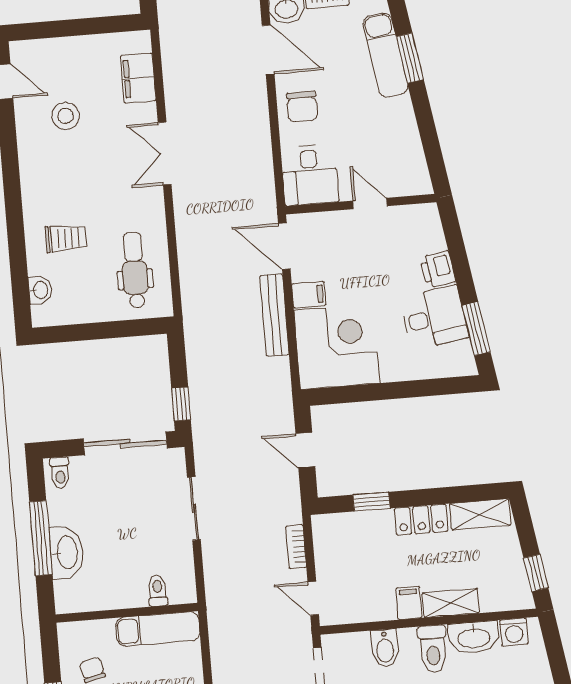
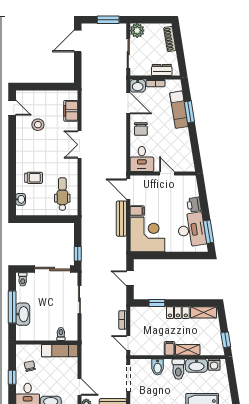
desk: (434, 318) -> (191, 230), width x1.37

